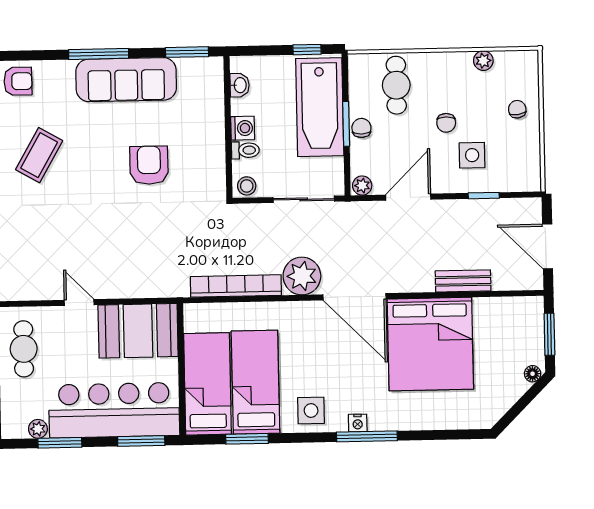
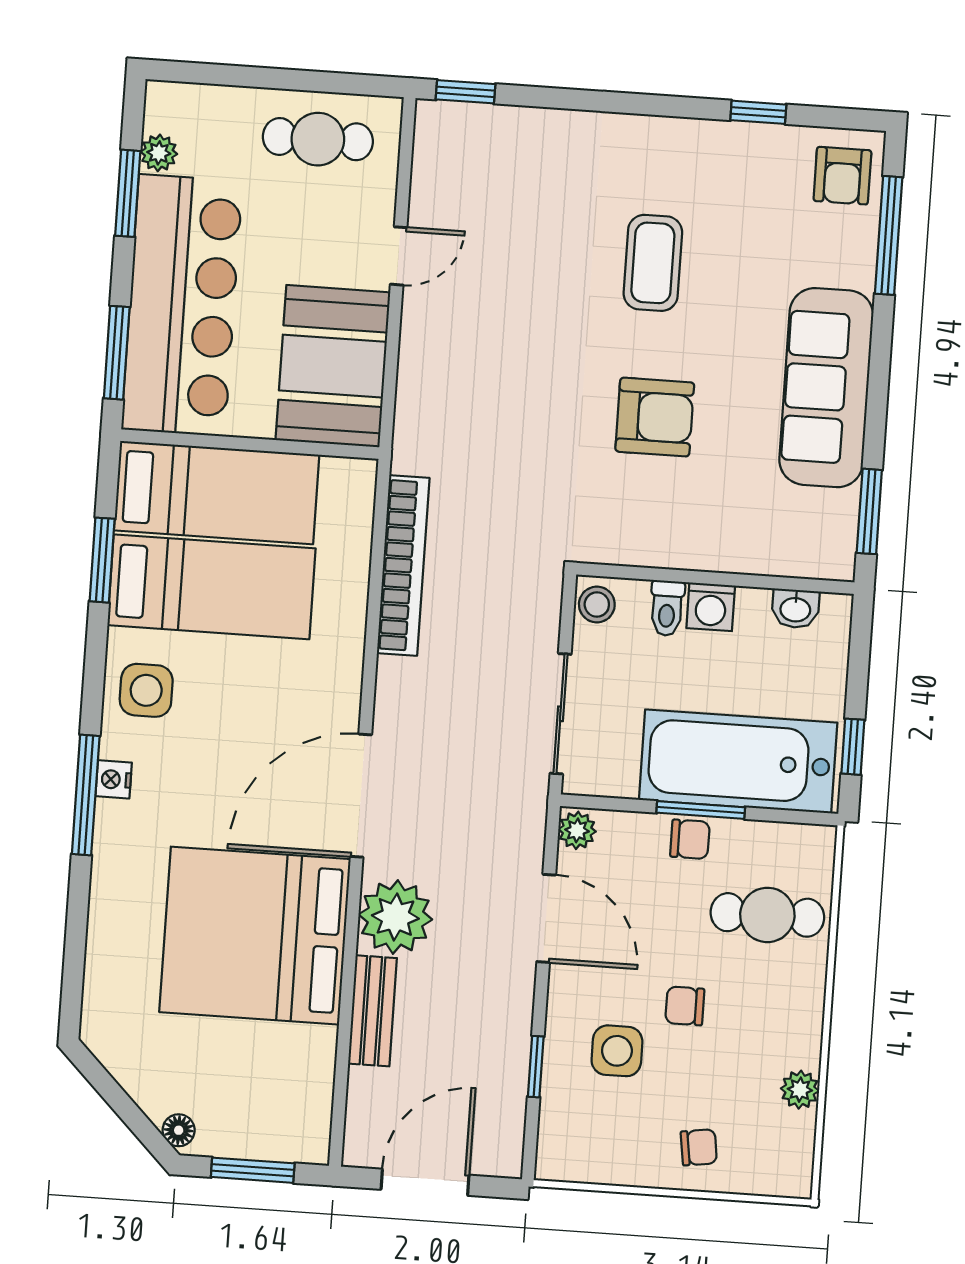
window: (99, 54) -> (889, 235), moved
coffee table: (39, 155) -> (653, 263), moved, turned 60
plant: (302, 276) -> (395, 917), moved

